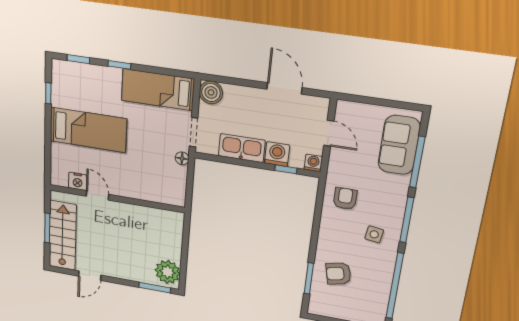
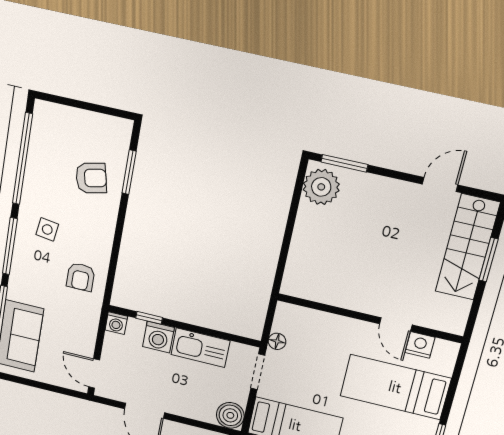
door: (329, 133) -> (94, 374), moved
nightstand: (78, 181) -> (420, 345), moved
door: (97, 195) -> (396, 324), moved
wall: (117, 199) -> (369, 318), moved

